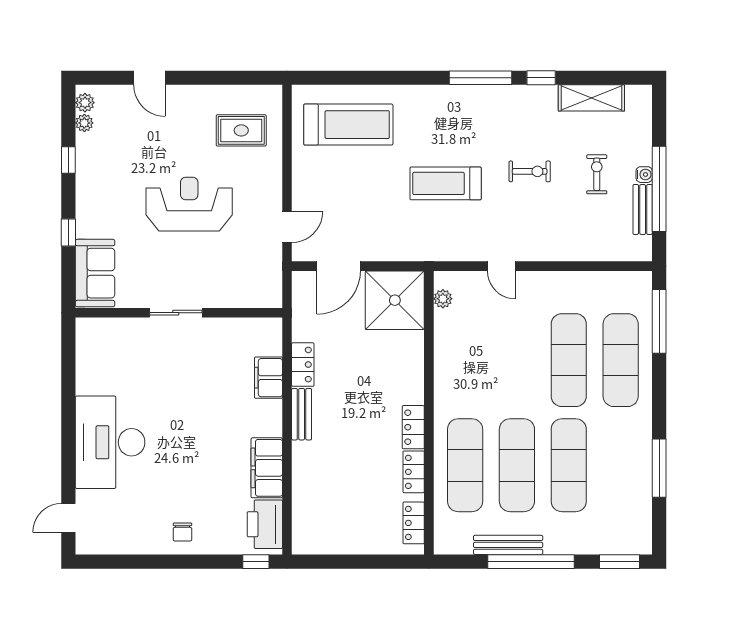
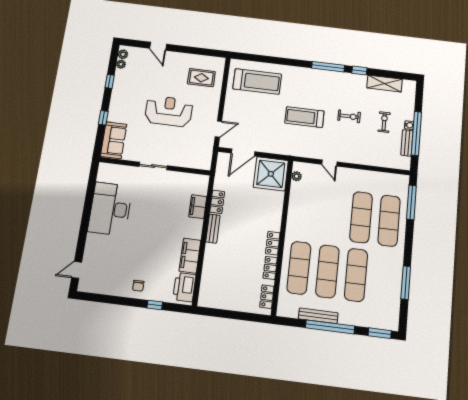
desk: (110, 442) -> (110, 209), moved
window: (256, 562) -> (155, 305), moved

